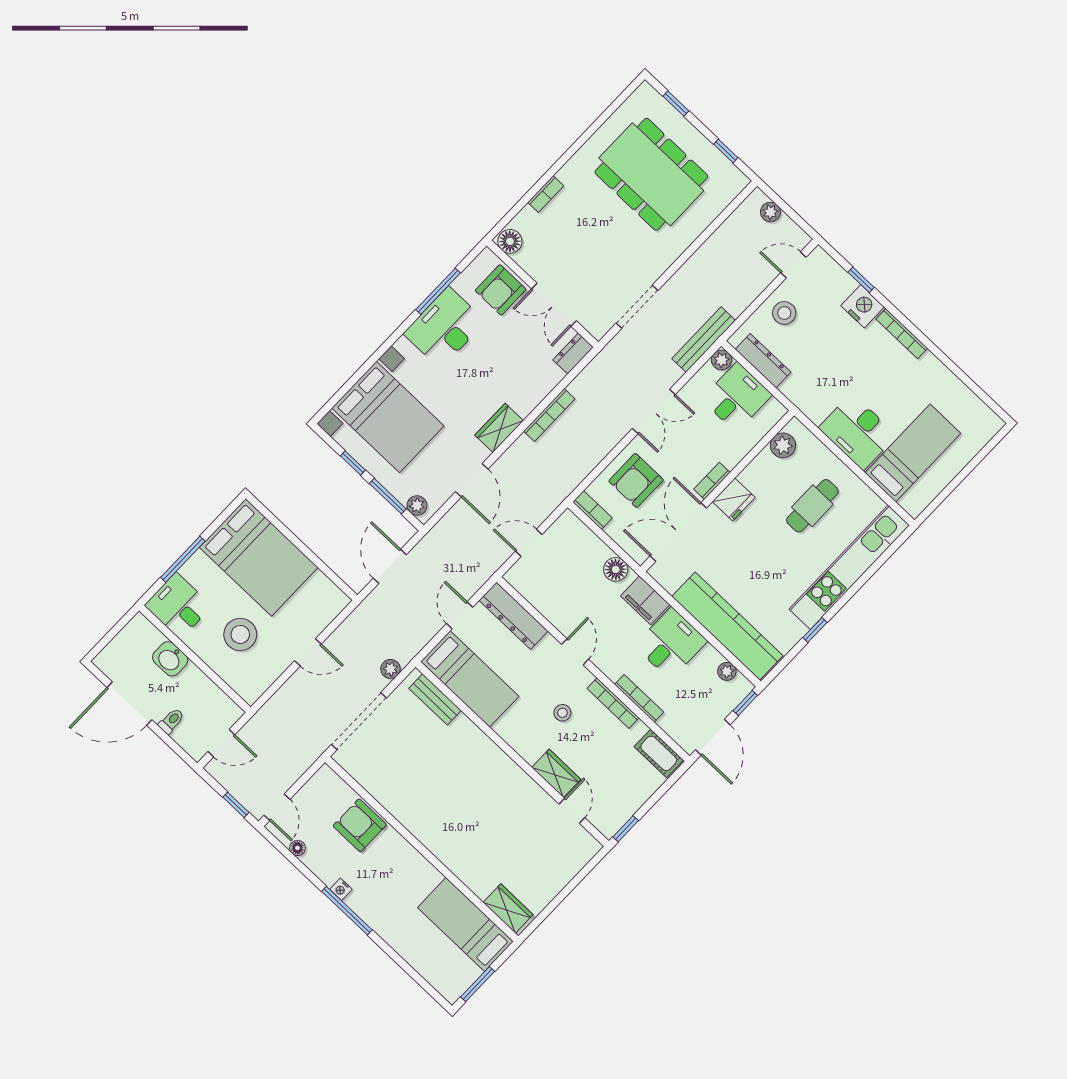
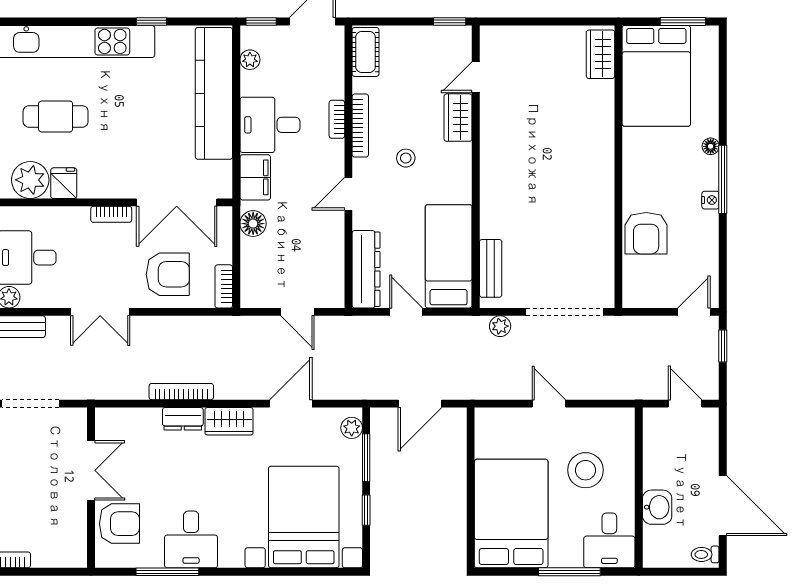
floor lamp: (510, 241) -> (74, 553), removed
desk: (444, 328) -> (191, 539), width x0.73
dresser: (573, 354) -> (183, 419), moved
double door: (654, 411) -> (100, 312), swing flipped
plant: (783, 445) -> (30, 180), width x1.36, depth x1.36
fridge: (734, 500) -> (64, 183), moved, width x0.72
door: (460, 615) -> (406, 312), swing flipped
bookcase: (639, 698) -> (337, 119), width x0.64
toilet: (171, 721) -> (705, 554), moved
floor lamp: (297, 848) -> (711, 146), moved
bed: (465, 924) -> (656, 76), width x1.50

